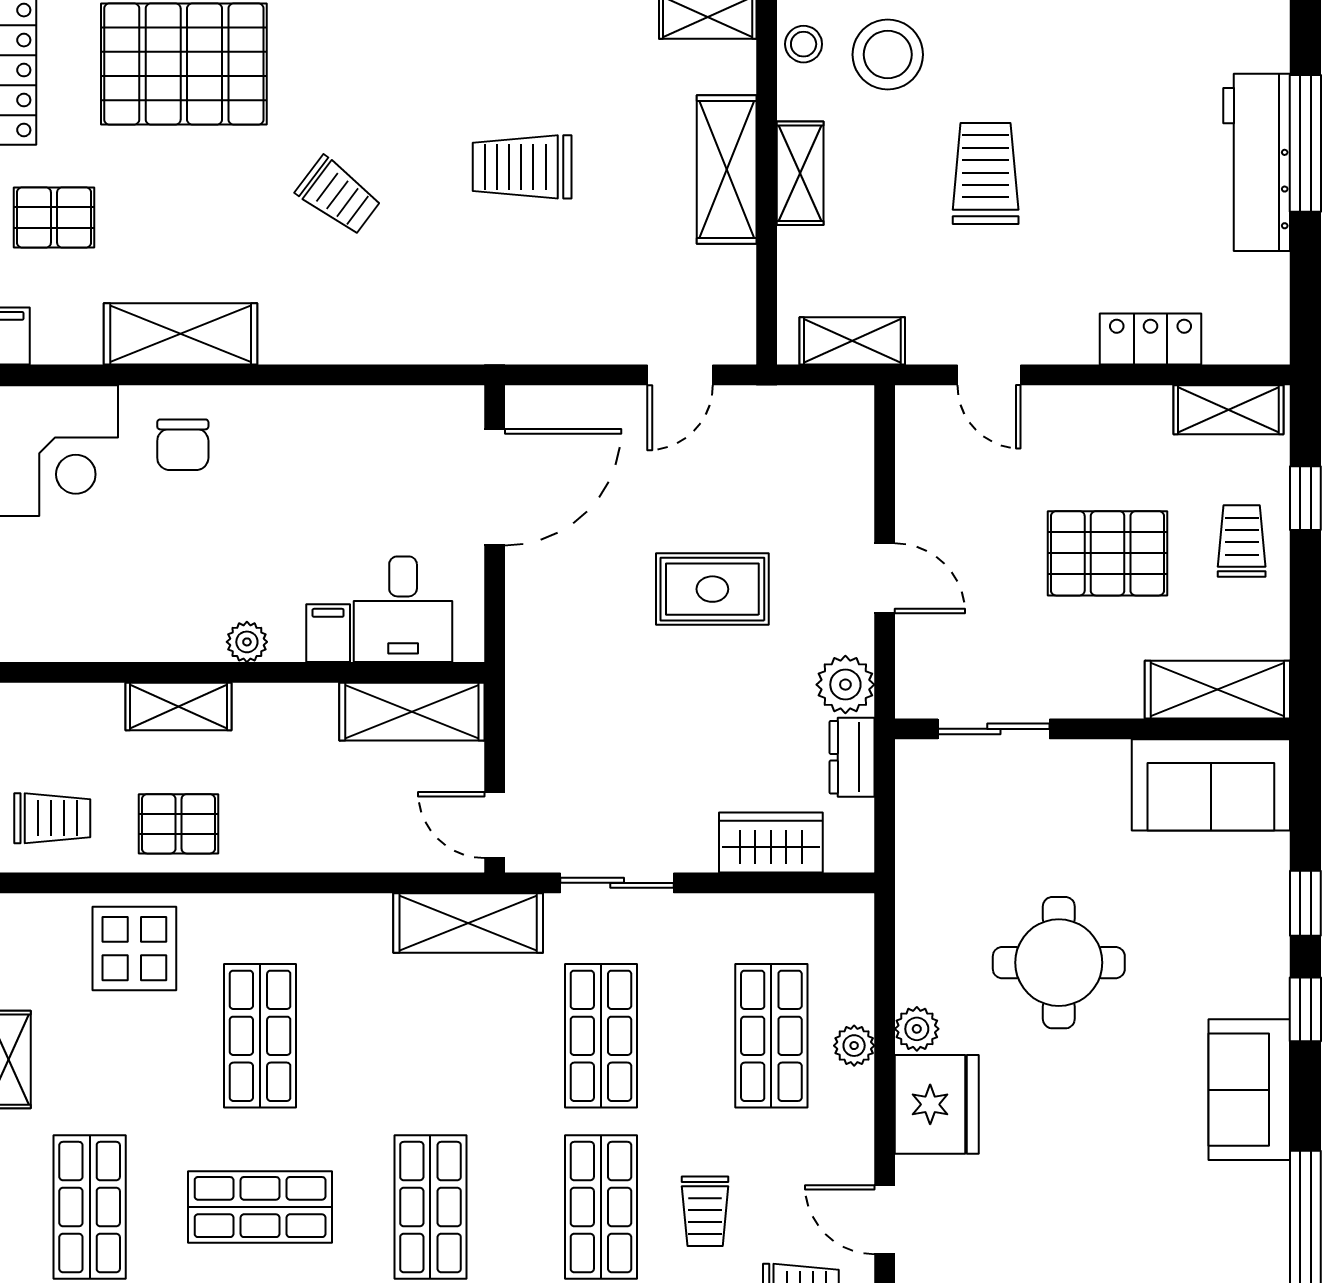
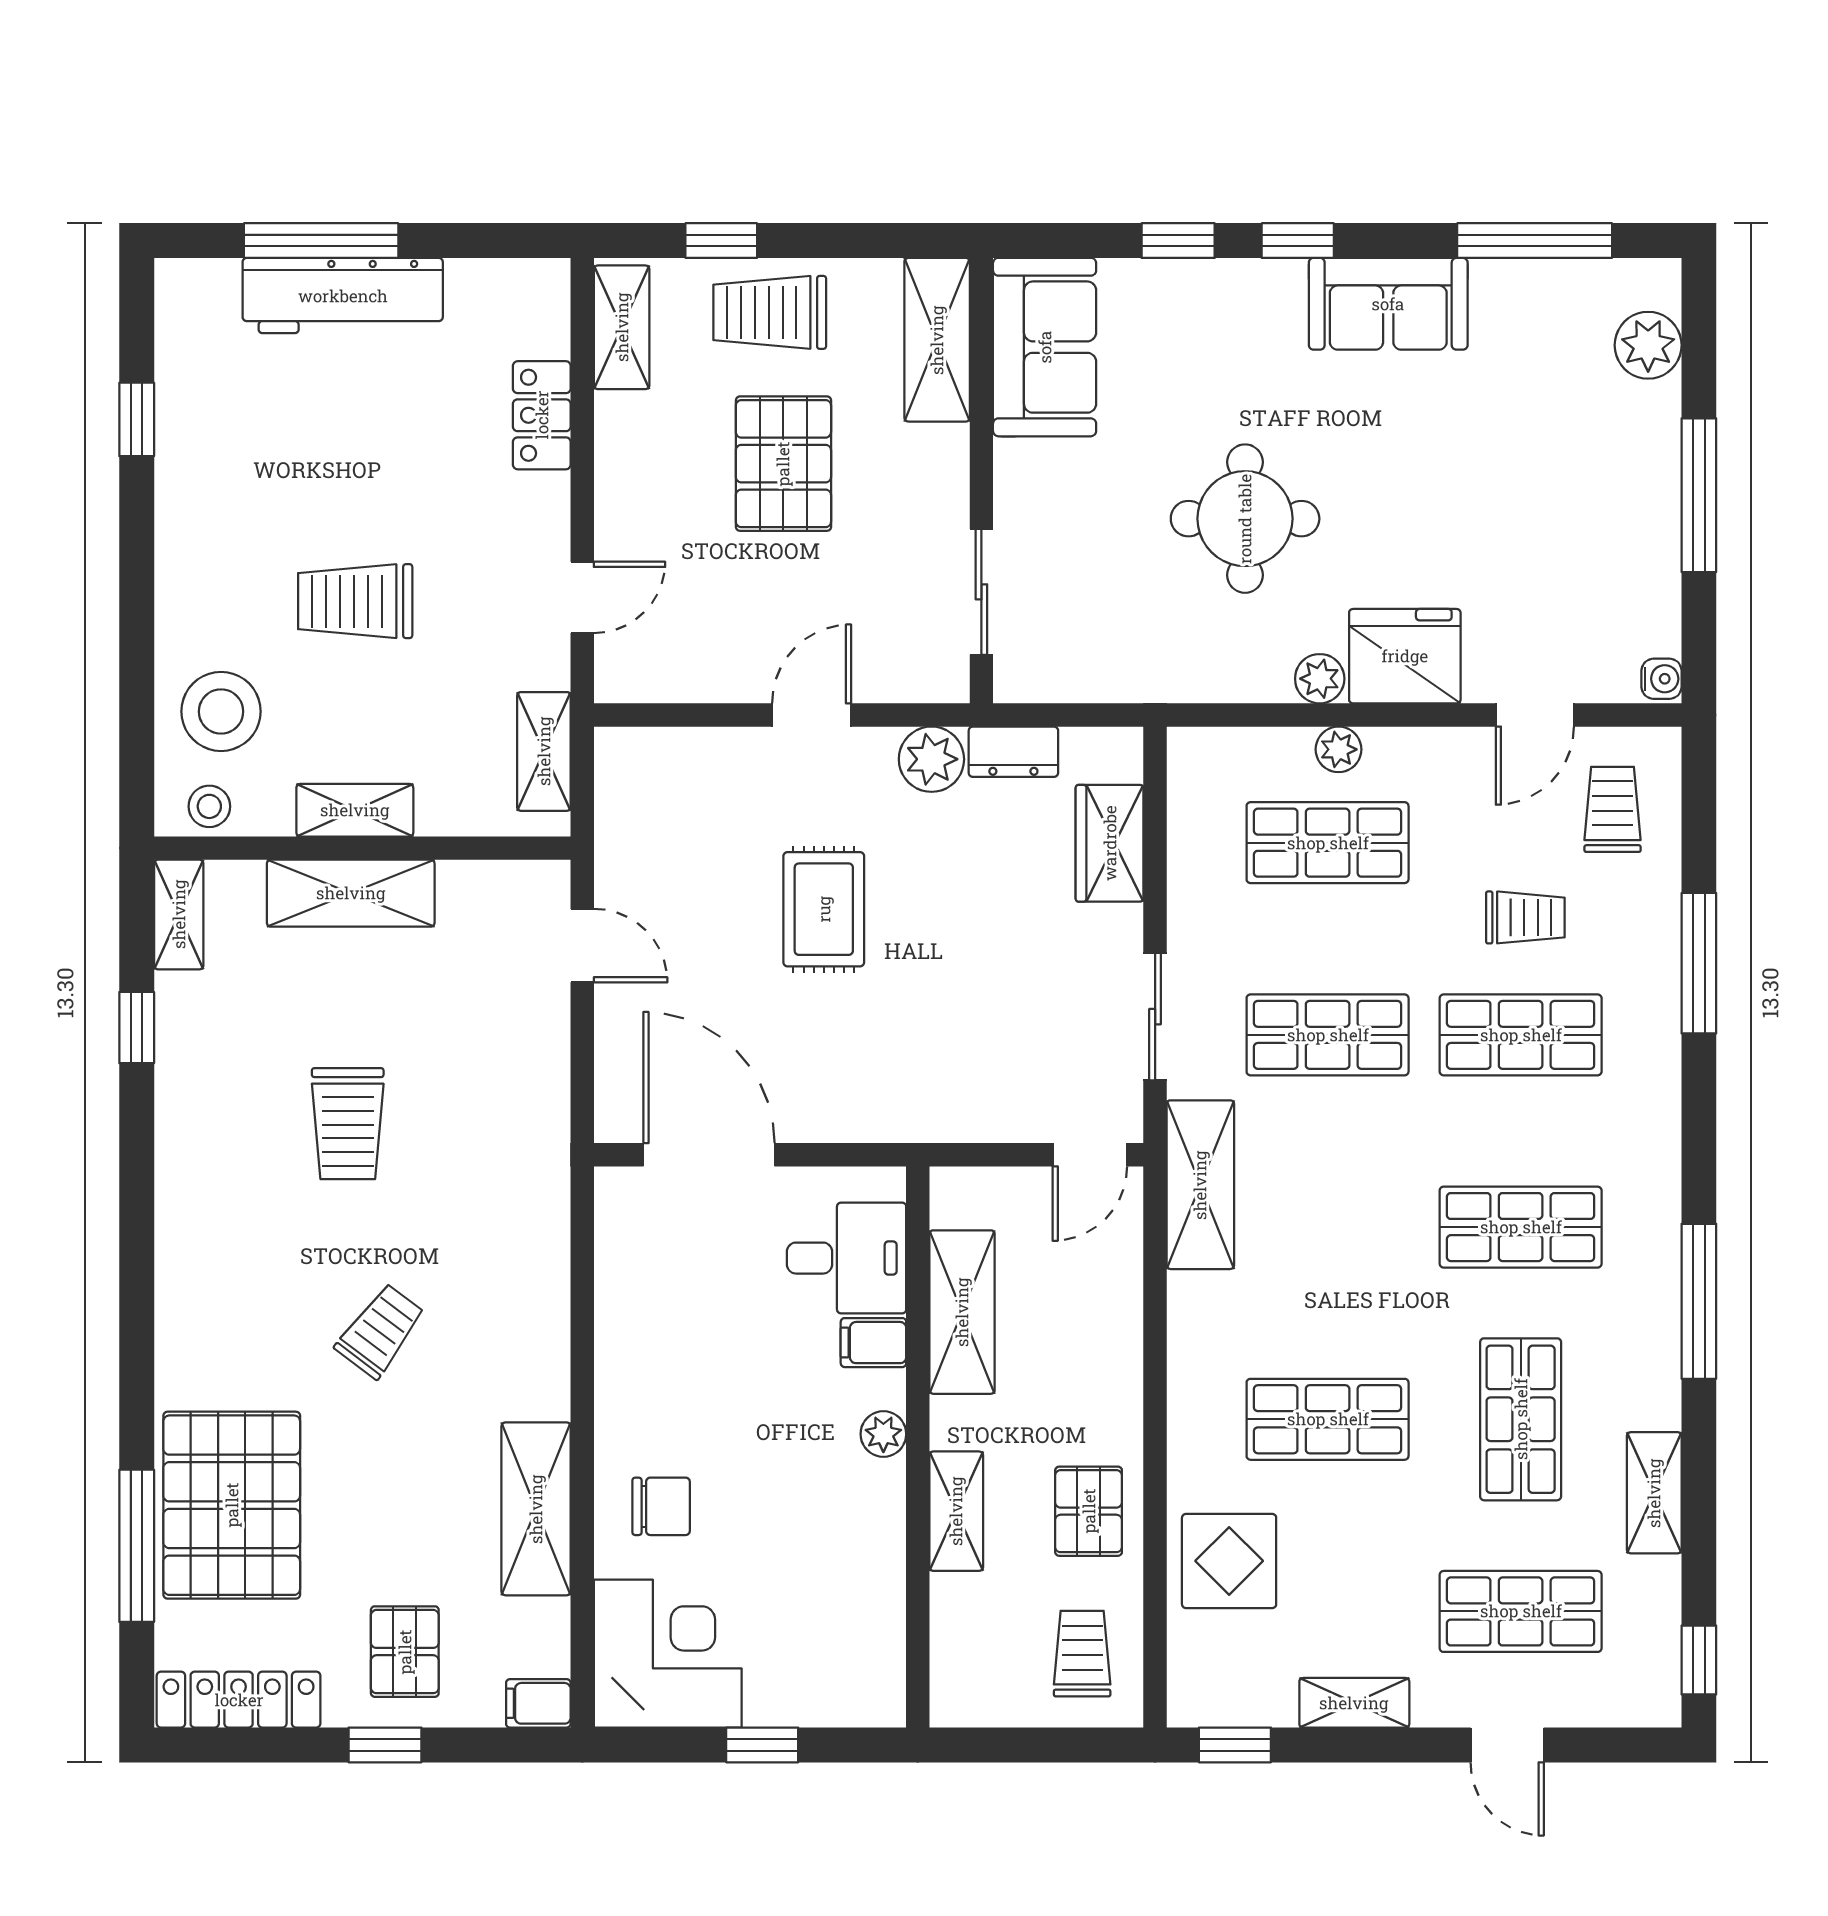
trolley: (1242, 541) -> (770, 312), width x1.36, depth x1.39
shelving: (412, 712) -> (962, 1312), moved

